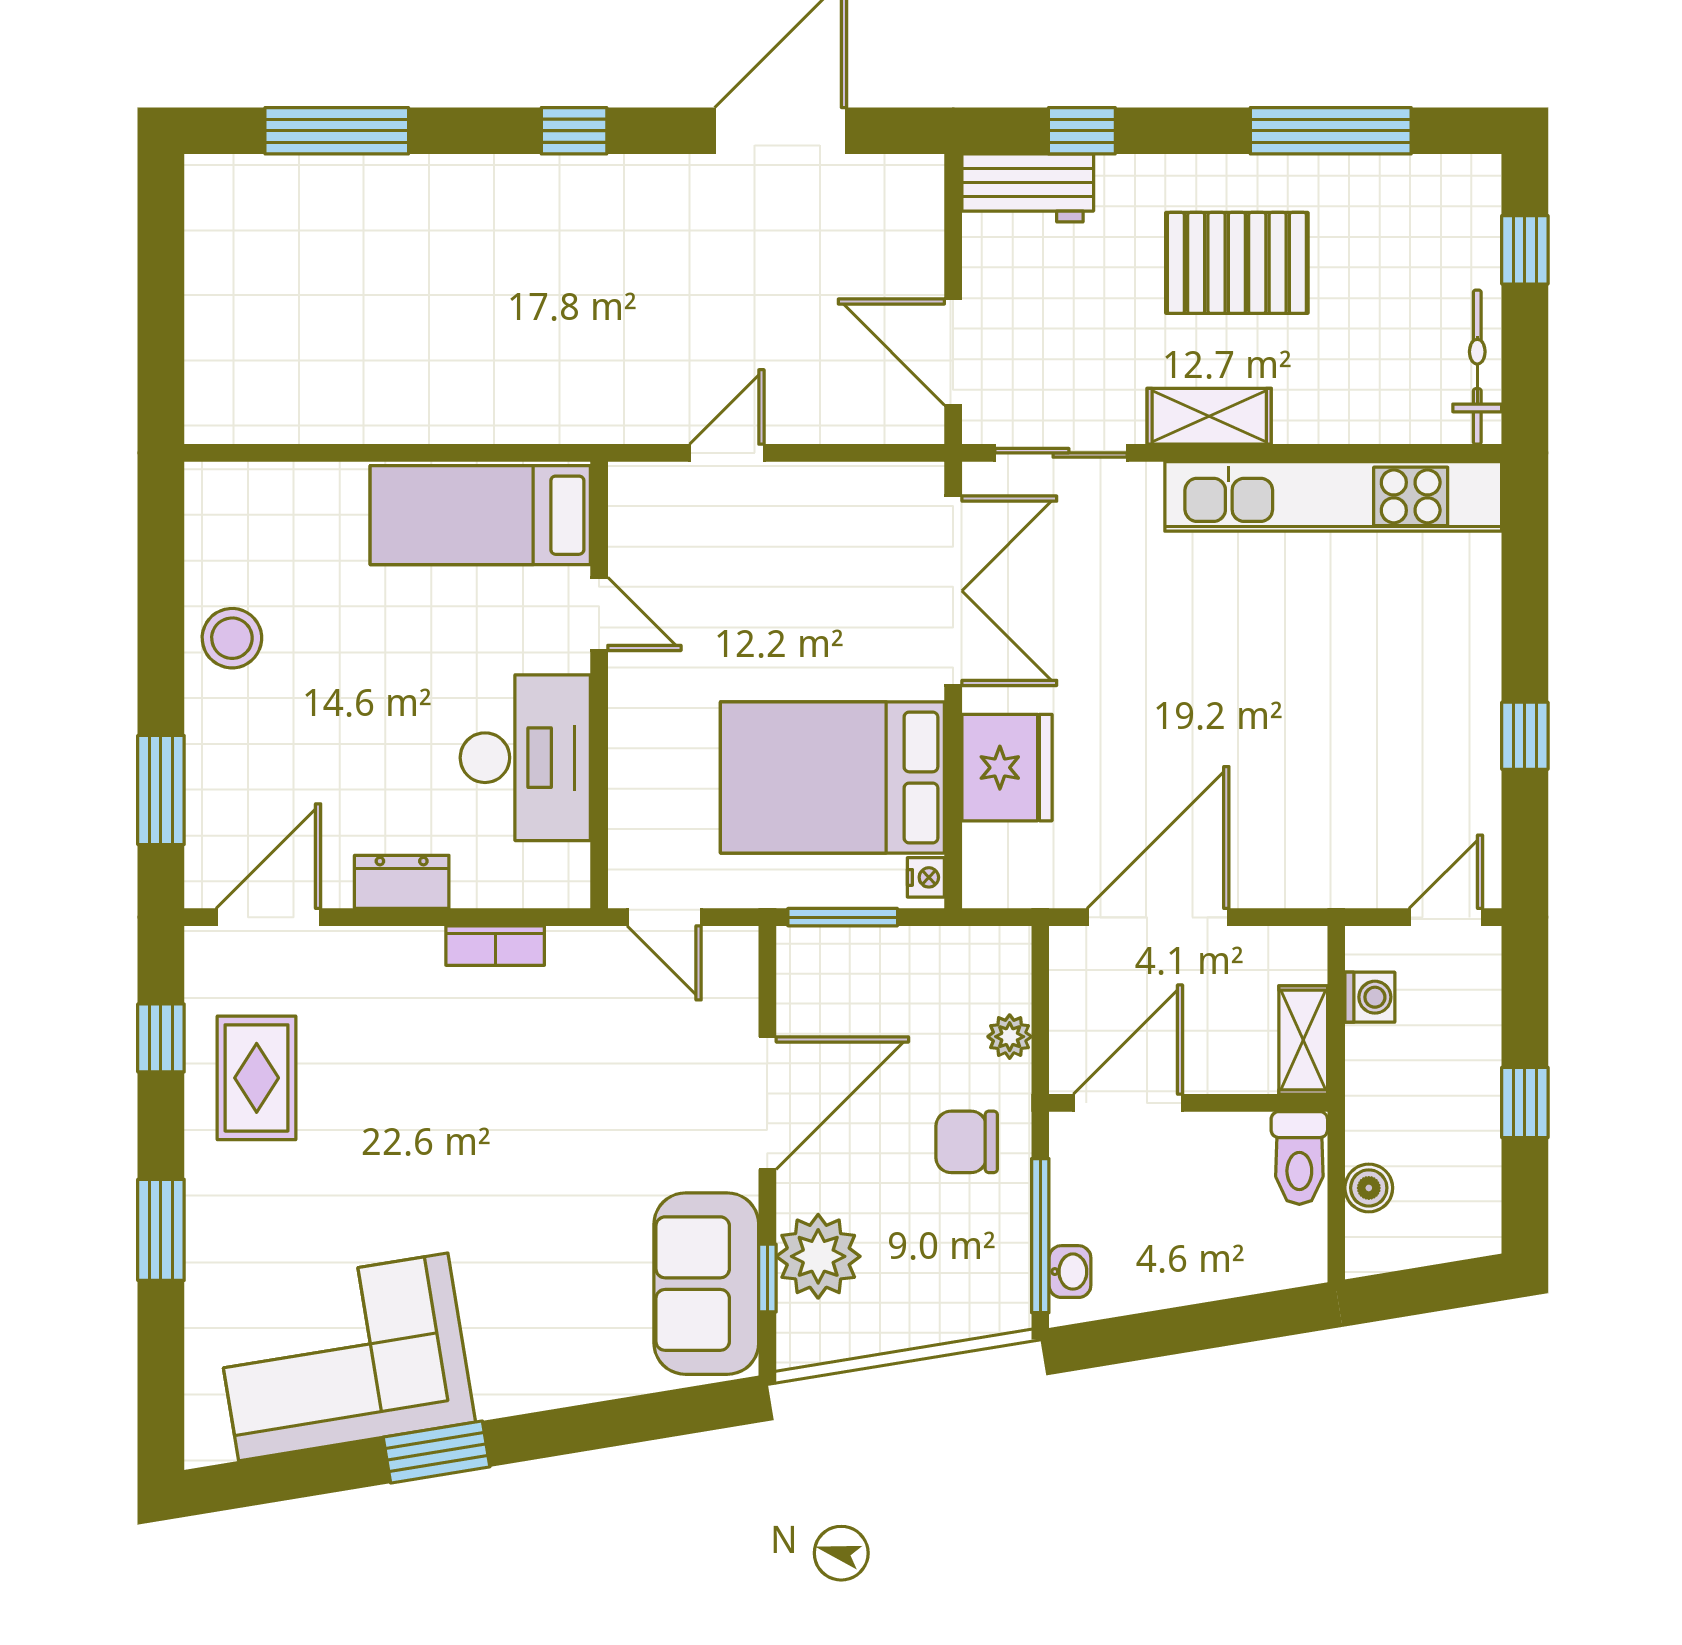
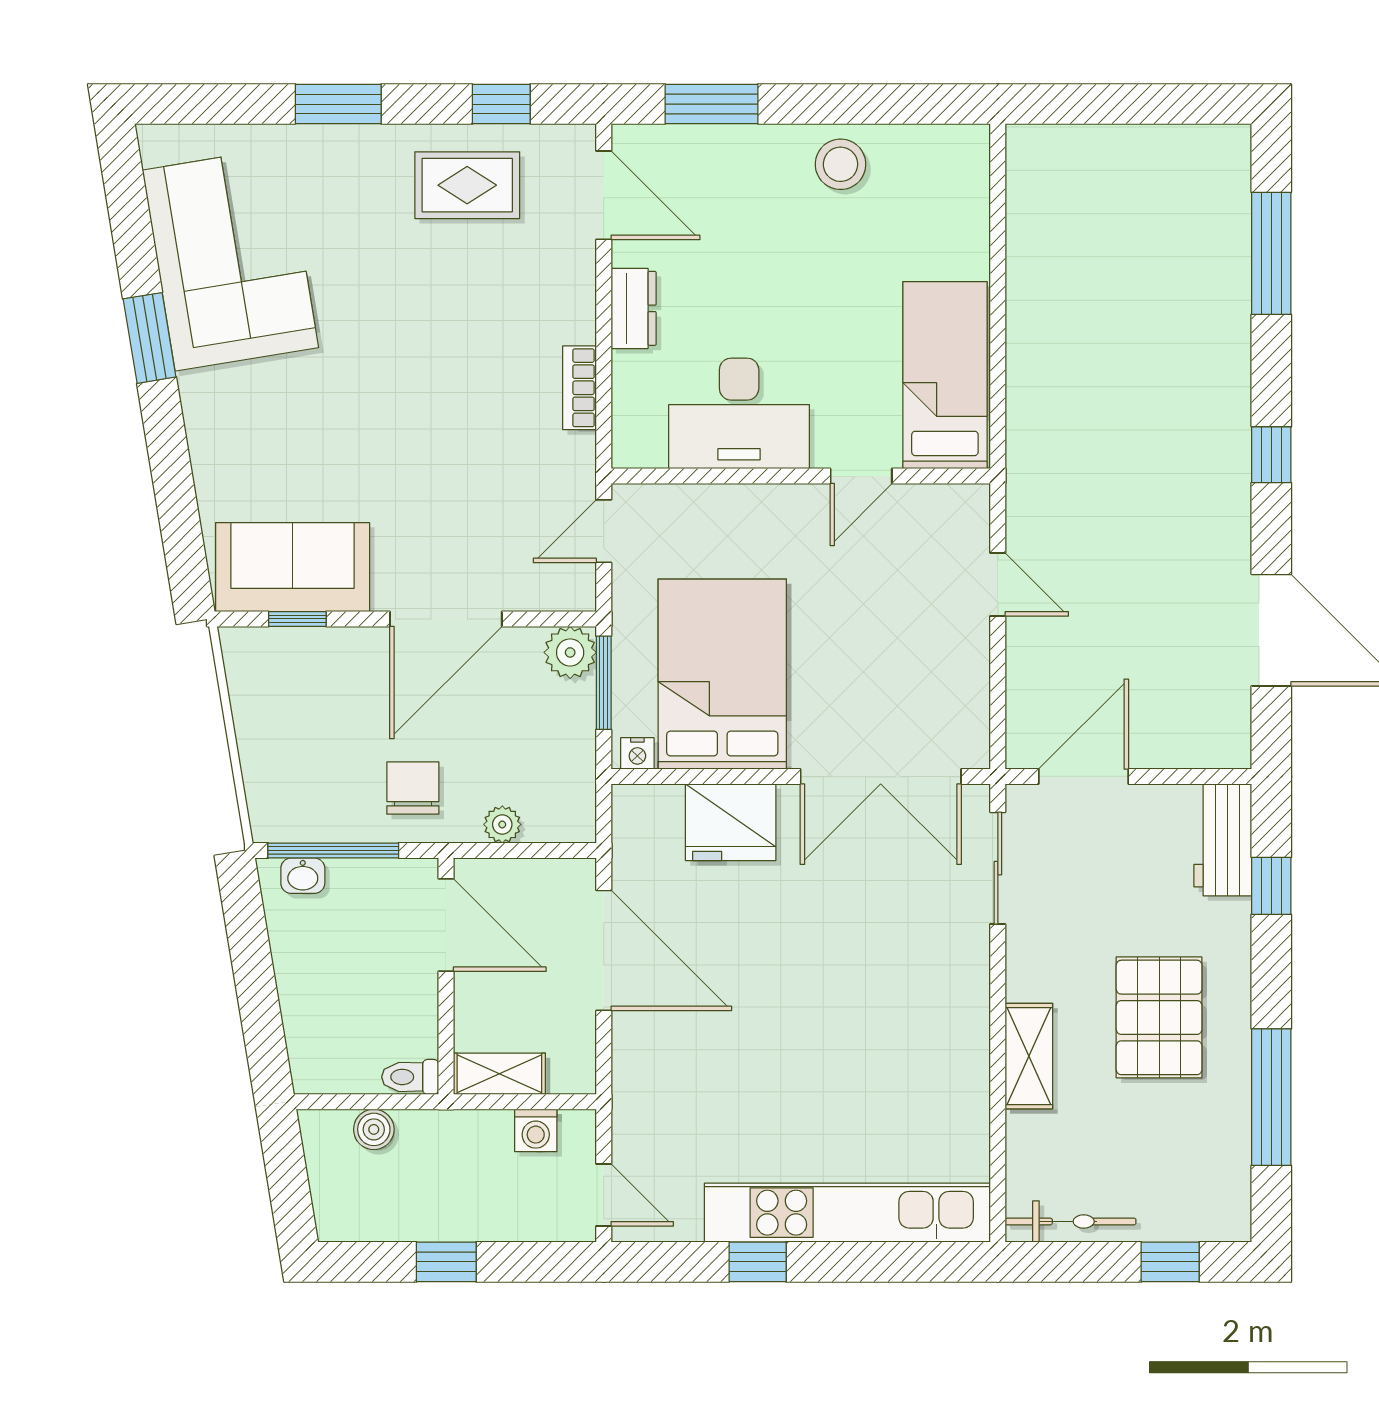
shelving: (1209, 416) -> (1029, 1056), moved
kitchen unit: (1333, 496) -> (847, 1213), moved, turned 90
door: (767, 1103) -> (446, 619), hinge flipped
toilet: (1299, 1158) -> (410, 1077), width x0.73, depth x0.72
plant: (818, 1256) -> (570, 652), moved, width x0.73, depth x0.73

